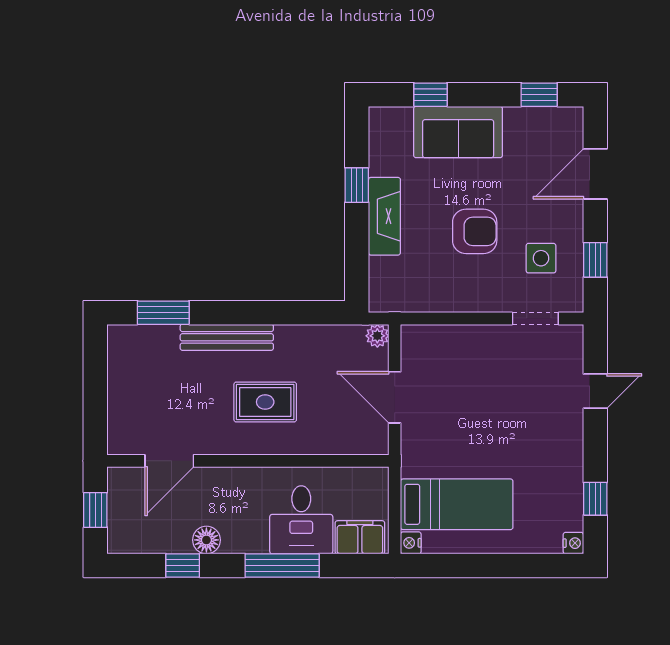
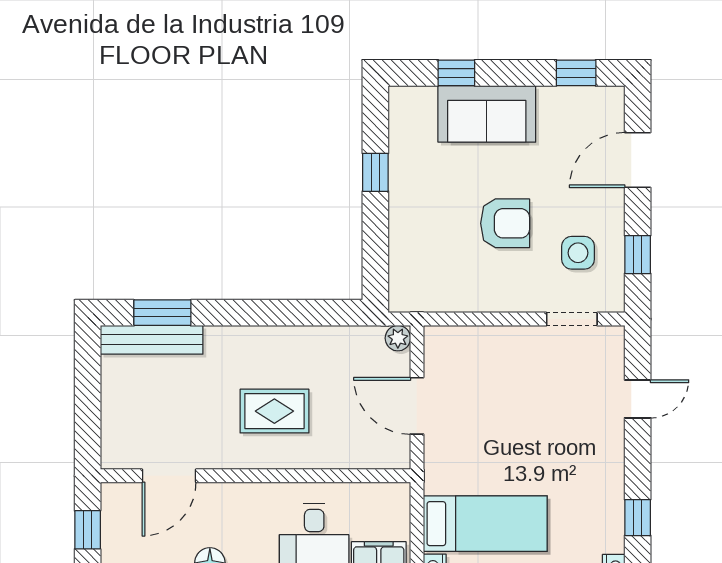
fireplace: (384, 216) -> (406, 207), removed
bench: (227, 337) -> (152, 340), moved

